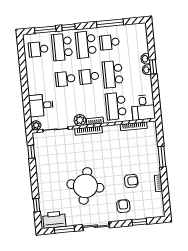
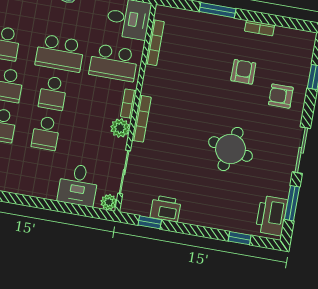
printer: (41, 159) -> (166, 209), added
round table: (85, 186) -> (231, 149), width x0.73, depth x0.73

